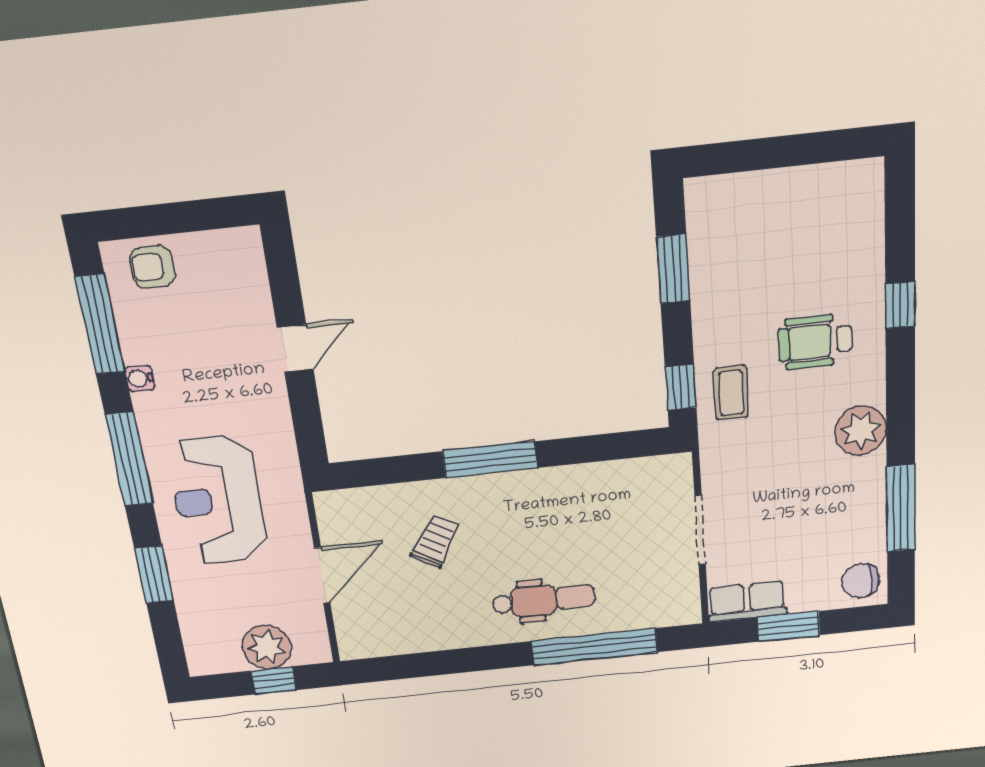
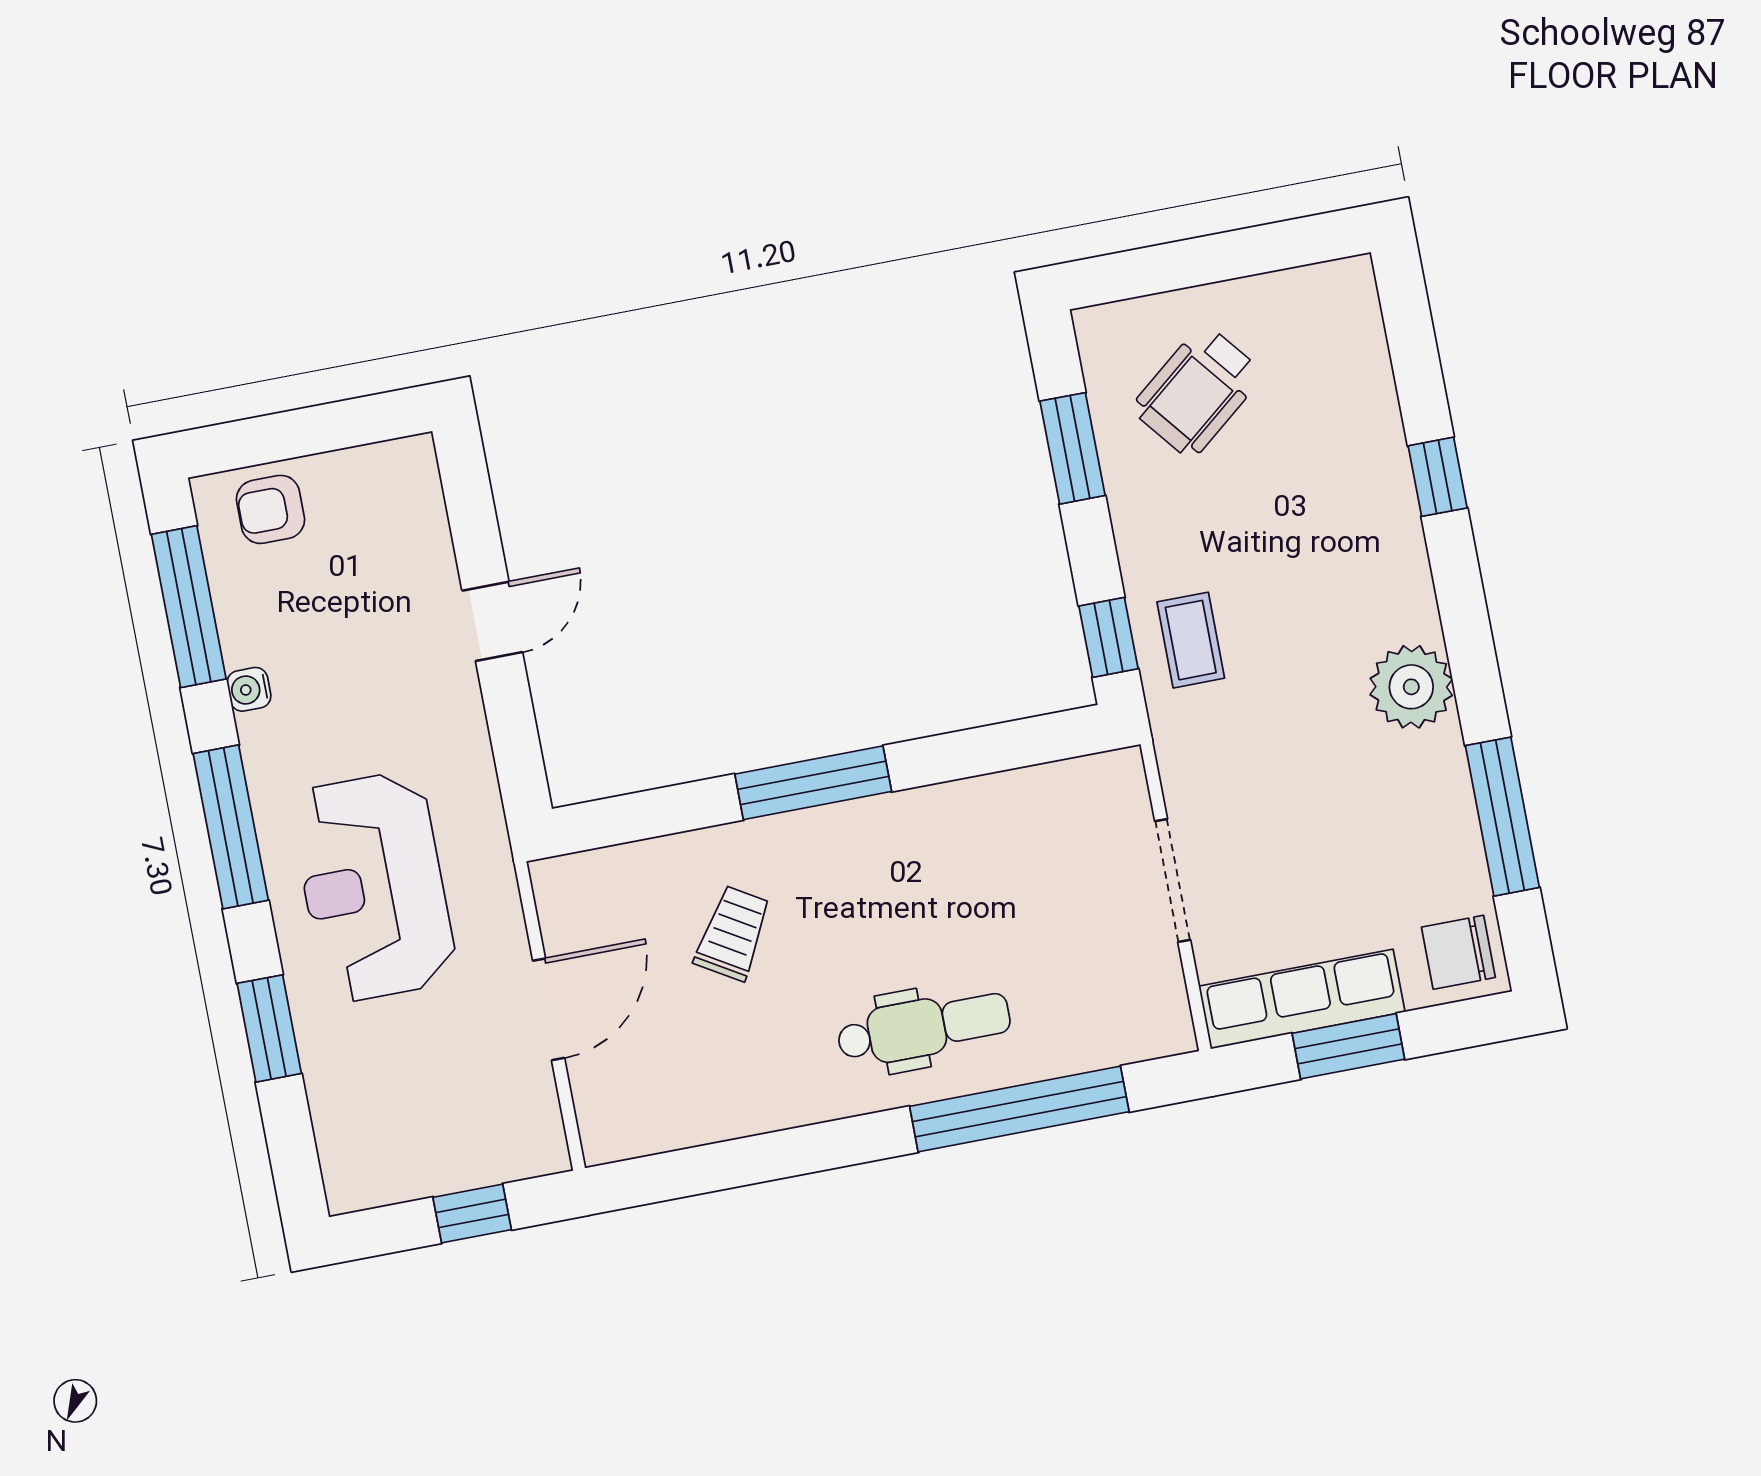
wheelchair: (815, 342) -> (1197, 391), moved, turned -39
row of seats: (747, 602) -> (1302, 999), width x1.48
plant: (267, 647) -> (459, 1150), removed

